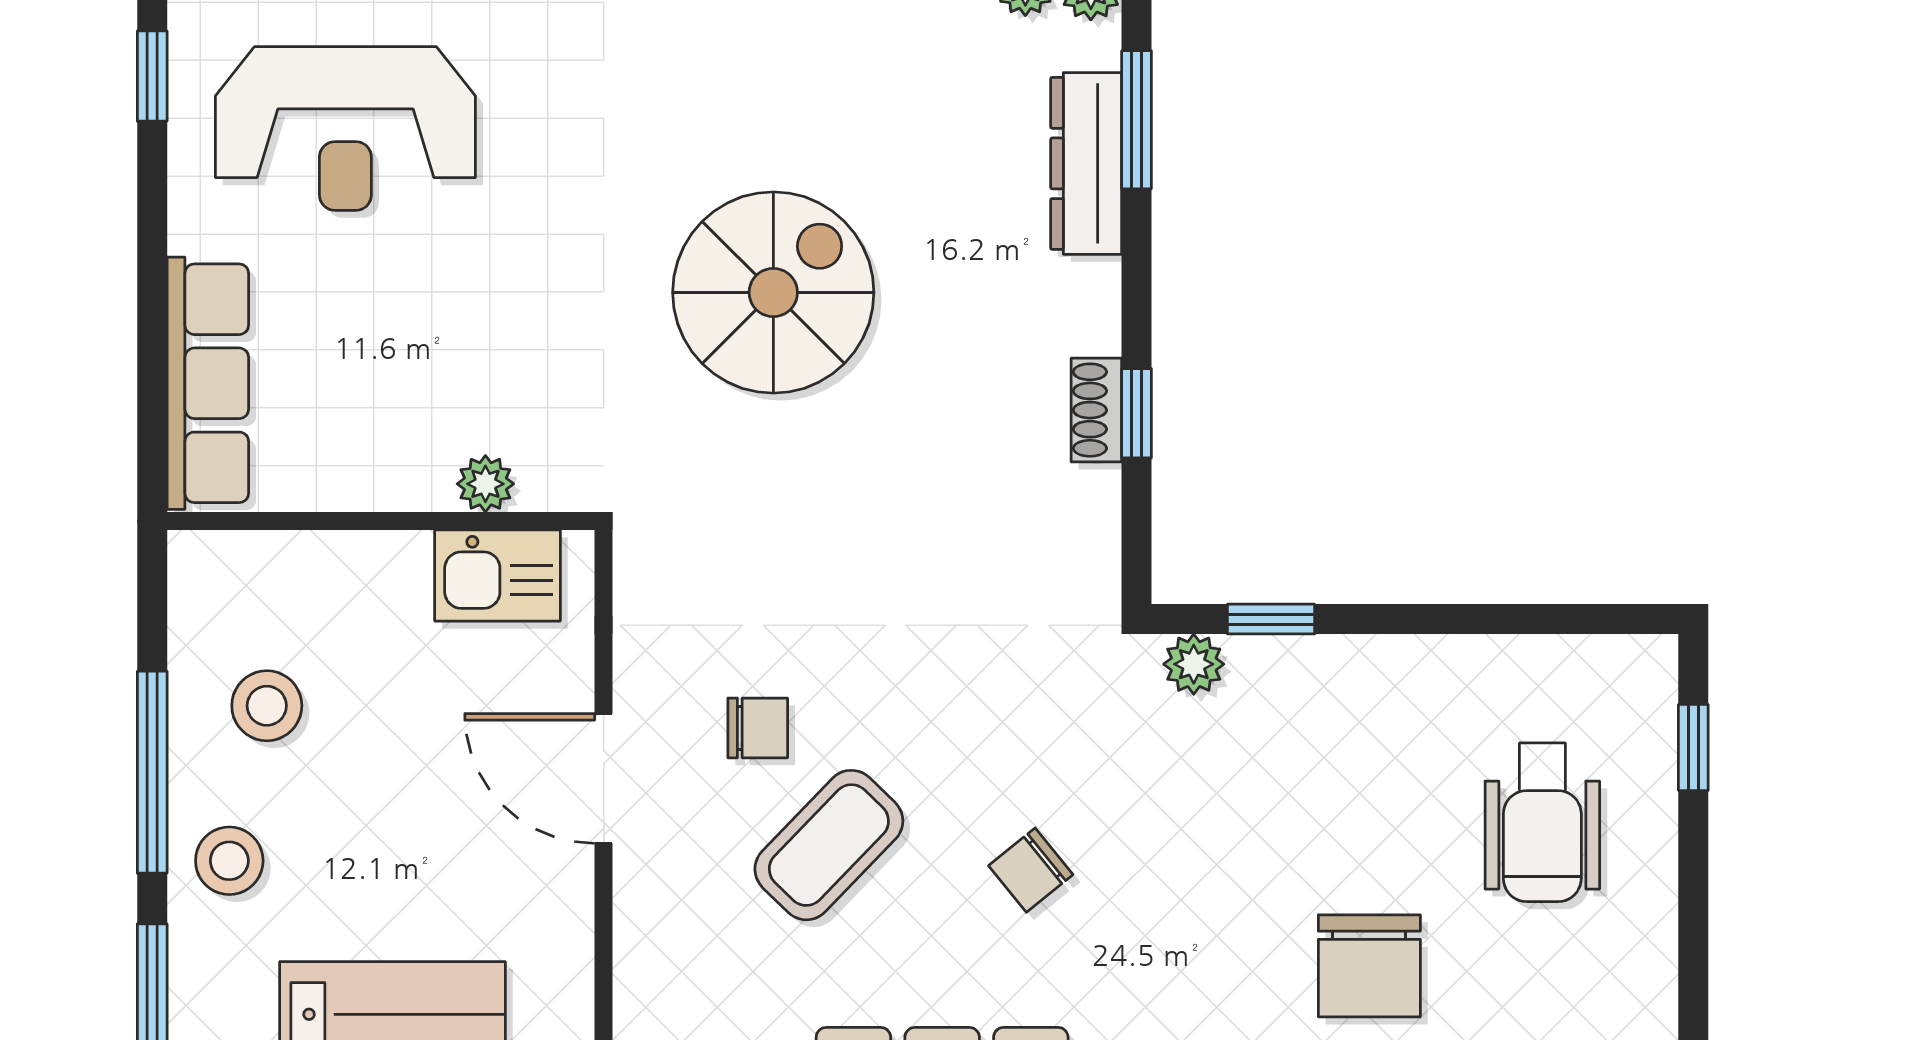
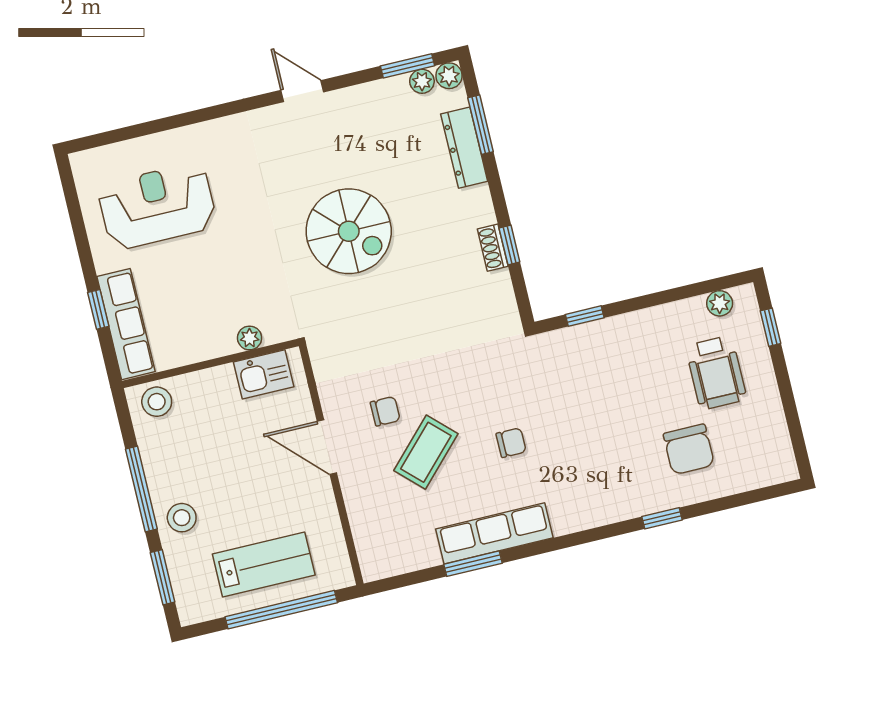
window: (152, 76) -> (98, 309), moved
reception desk: (345, 129) -> (157, 206), turned 180
spiral stairs: (773, 292) -> (349, 231), turned 90
plant: (1194, 664) -> (720, 303), moved
stool: (267, 706) -> (157, 402), moved
chair: (1031, 870) -> (511, 443), turned -141
chair: (1369, 966) -> (689, 449), moved

